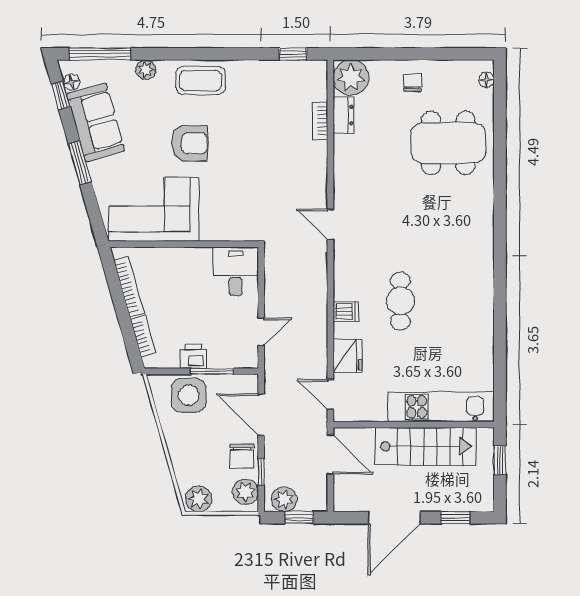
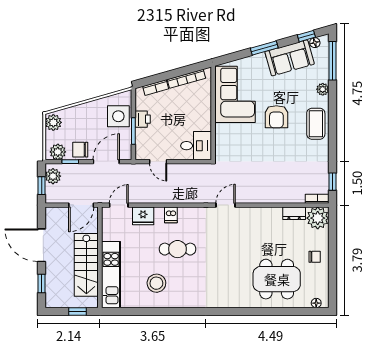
bookcase: (320, 121) -> (317, 199), moved
dining table: (448, 143) -> (277, 279), turned 90
stool: (455, 335) -> (156, 283), added

